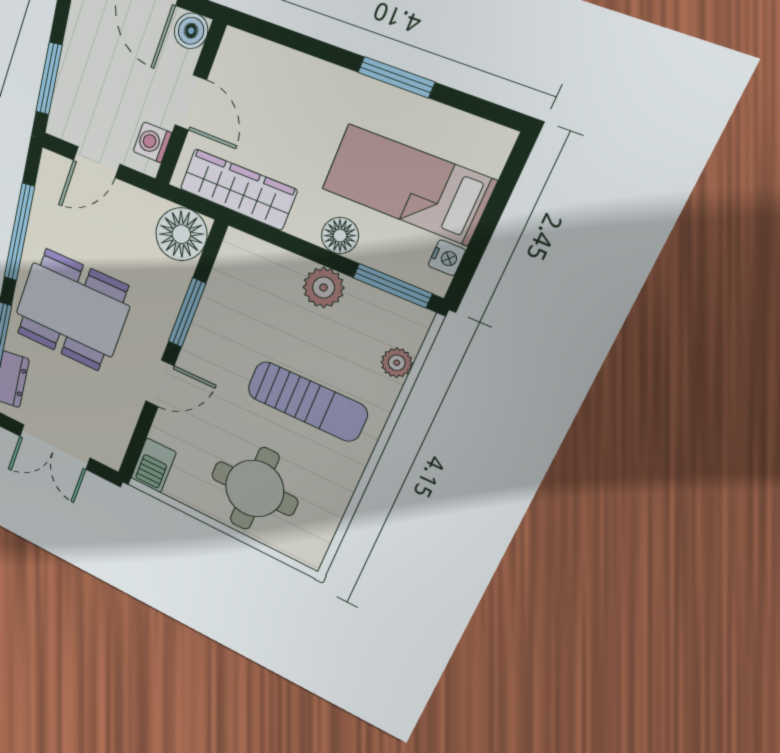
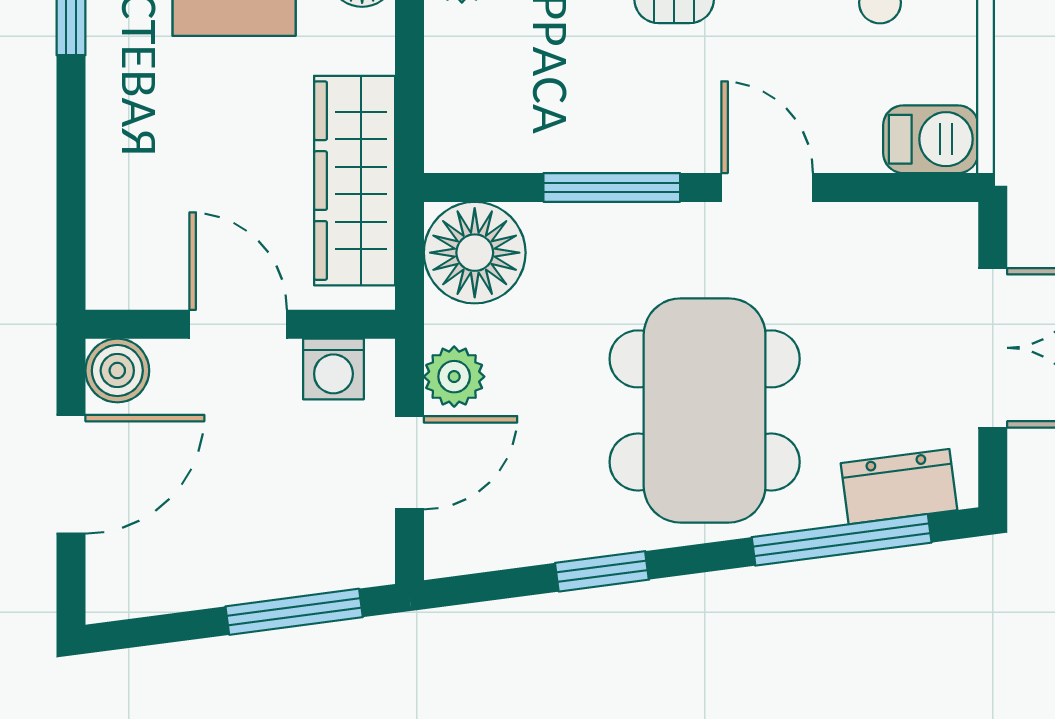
door: (191, 102) -> (238, 324), hinge flipped
door: (97, 162) -> (409, 463), hinge flipped
plant: (128, 200) -> (454, 377), added
window: (19, 232) -> (602, 571), width x0.46

